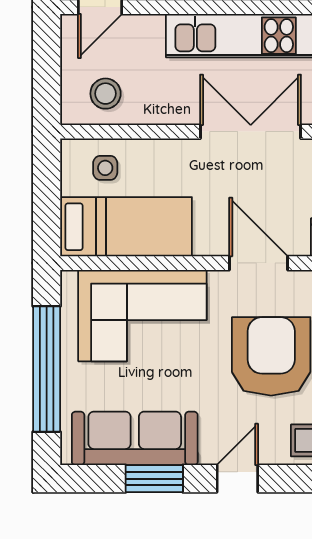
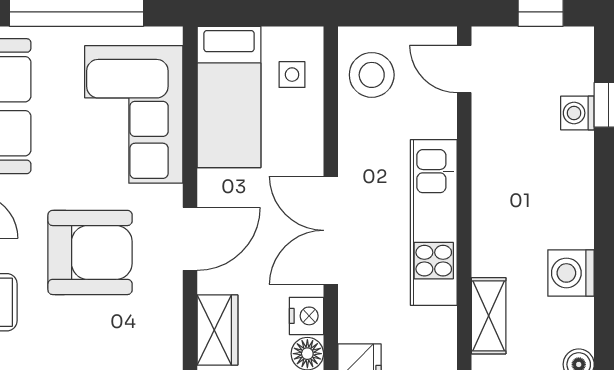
stool: (106, 94) -> (372, 75), width x1.38, depth x1.38
double door: (251, 132) -> (331, 230), swing flipped

